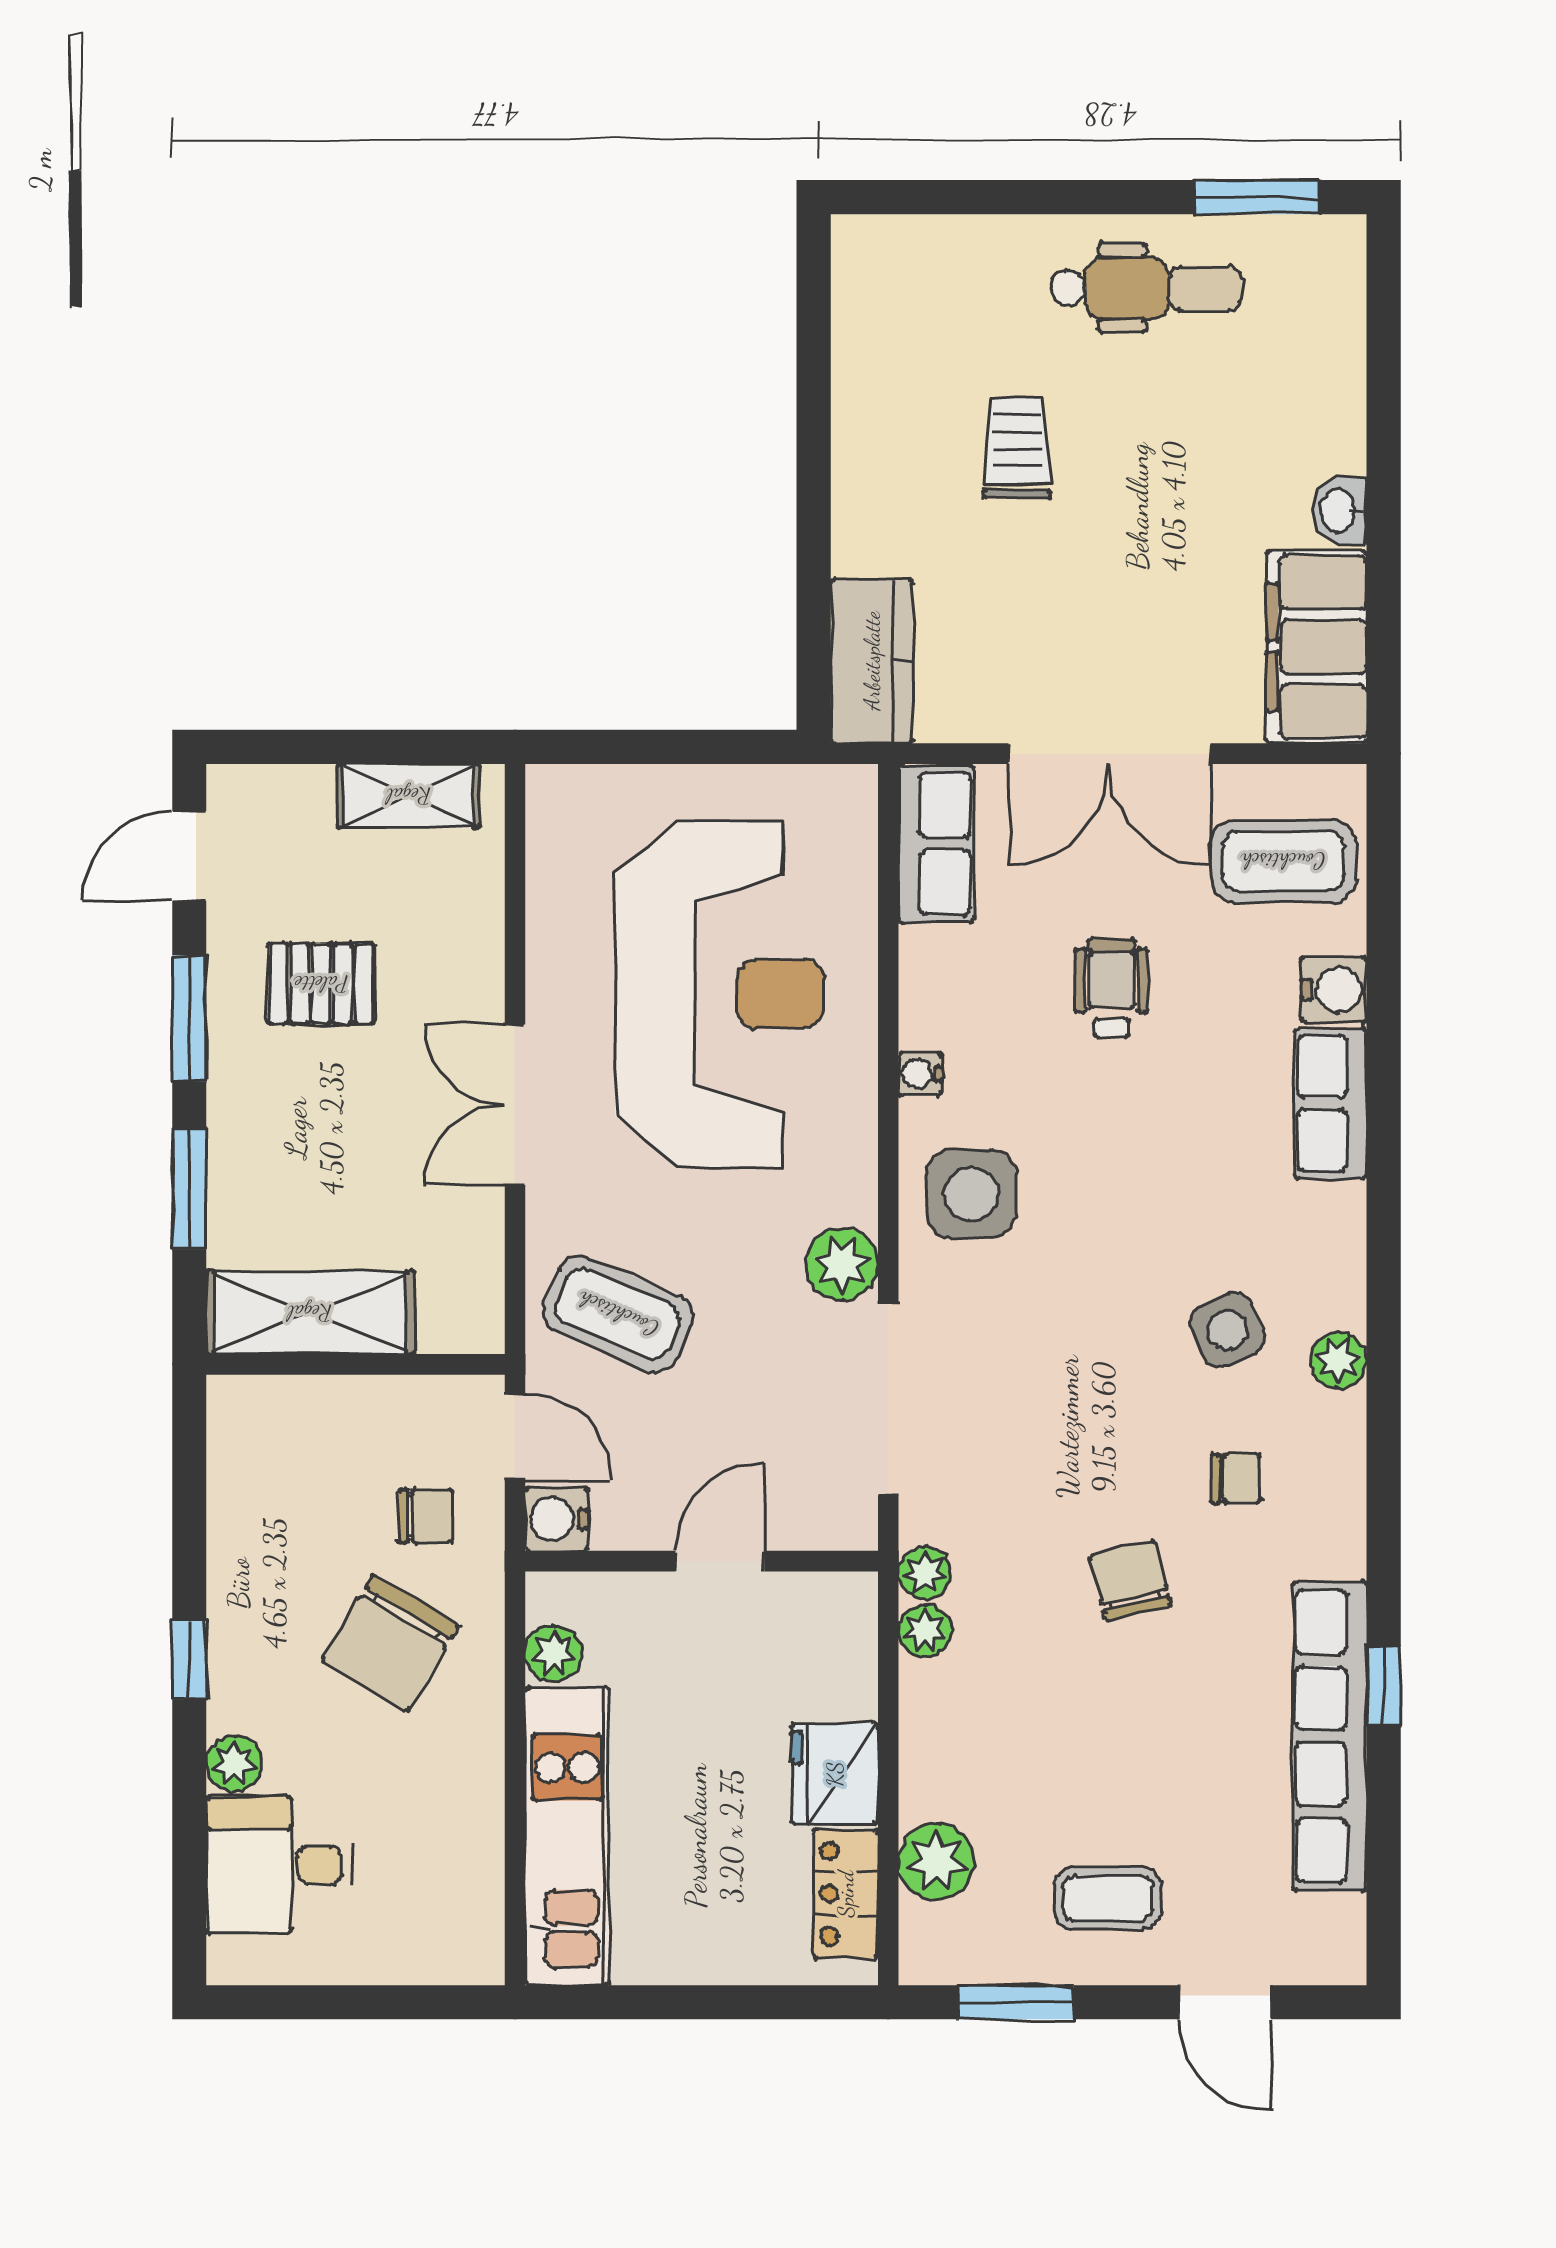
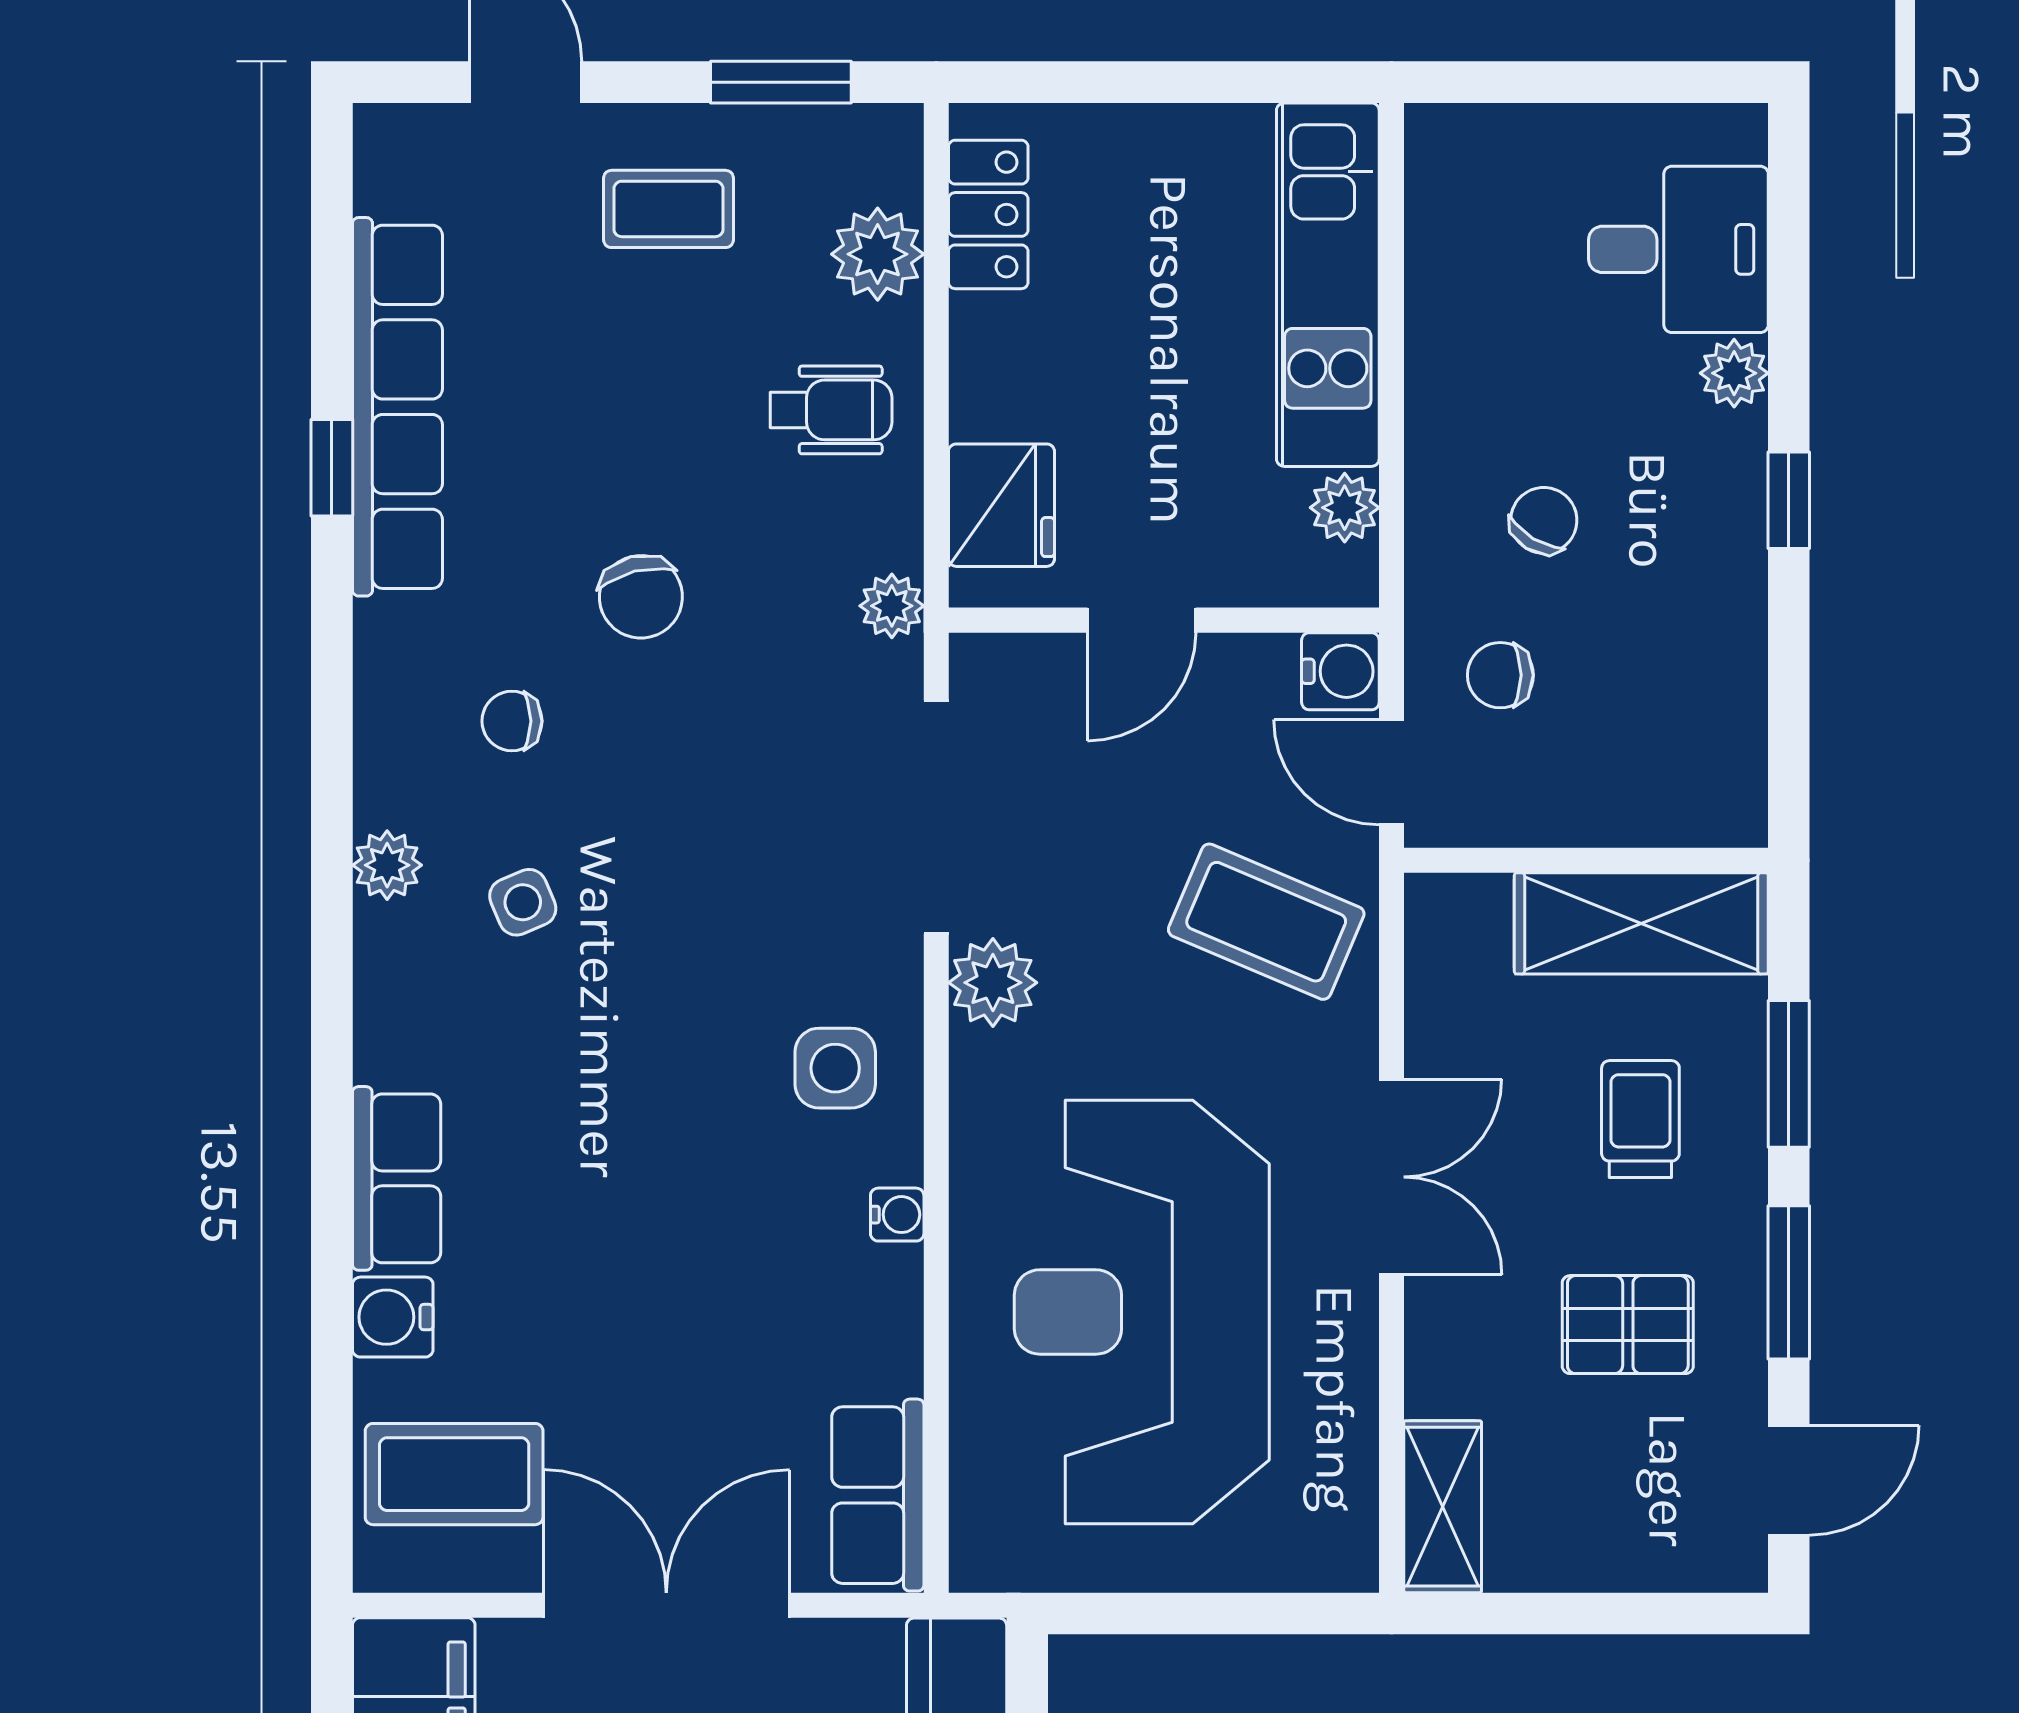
shelving: (409, 796) -> (1443, 1507), moved, turned 90
wheelchair: (1112, 988) -> (831, 410), moved, turned -90
trolley: (311, 1152) -> (1640, 1119), added
side table: (971, 1194) -> (835, 1068), width x0.73, depth x0.73
side table: (1227, 1330) -> (523, 902), width x0.73, depth x0.73
plant: (925, 1631) -> (892, 535), removed
chair: (390, 1643) -> (1544, 520), width x0.54, depth x0.54
fridge: (835, 1774) -> (1001, 505), moved

